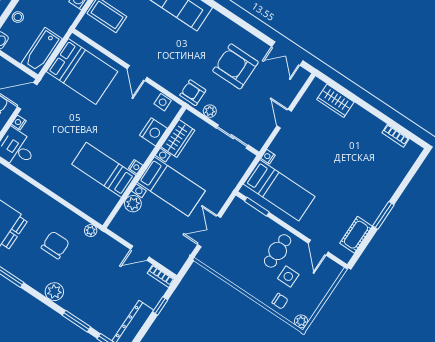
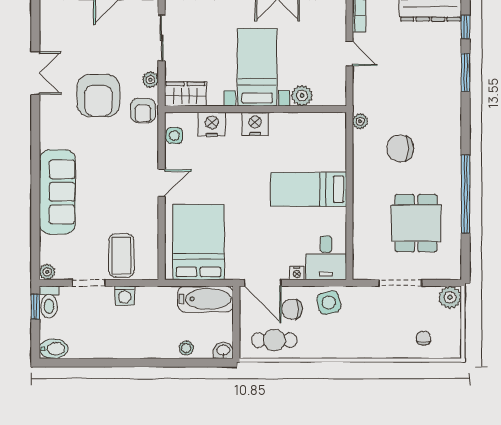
double door: (287, 54) -> (35, 73), moved
armchair: (235, 66) -> (98, 96), moved
wardrobe: (178, 139) -> (185, 94), moved
nightstand: (136, 167) -> (255, 124), width x1.89, depth x1.79
bed: (104, 170) -> (308, 189), moved, turned 90
plant: (54, 292) -> (450, 117), removed

